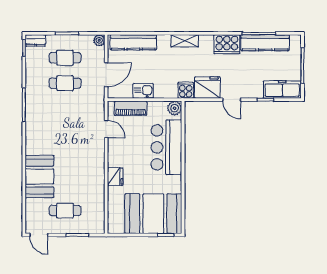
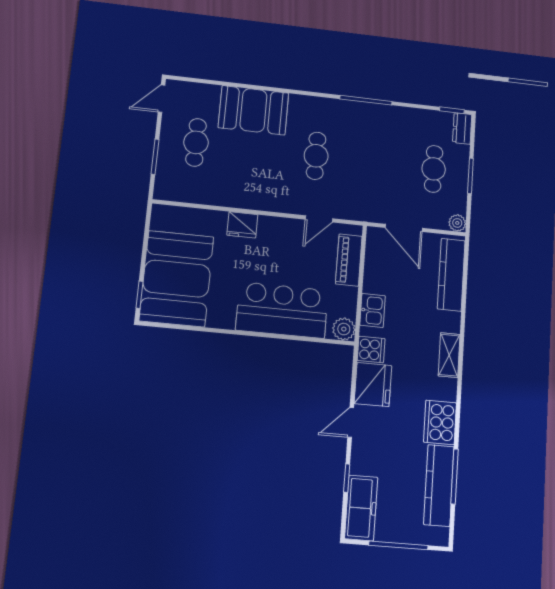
cafe table: (65, 83) -> (316, 156), moved
kitchen sink: (143, 91) -> (373, 310), moved

